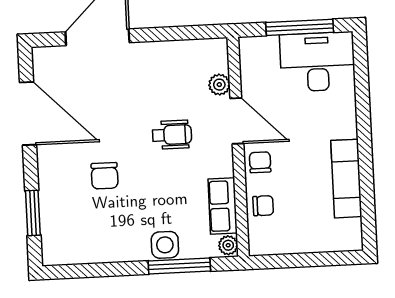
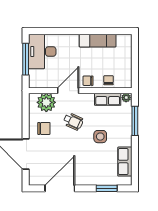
plant: (219, 85) -> (46, 102), width x1.87, depth x1.87
wheelchair: (172, 135) -> (73, 121), turned 115
chair: (105, 176) -> (44, 128), moved
side table: (165, 245) -> (100, 137), moved
row of seats: (92, 249) -> (125, 162), added

